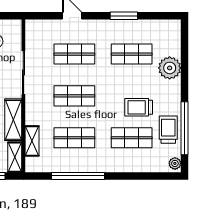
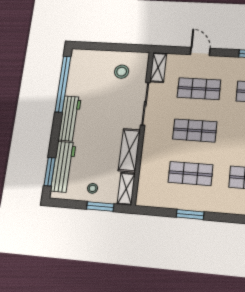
shelving: (32, 141) -> (158, 68), moved
window: (78, 176) -> (190, 214), width x0.47

